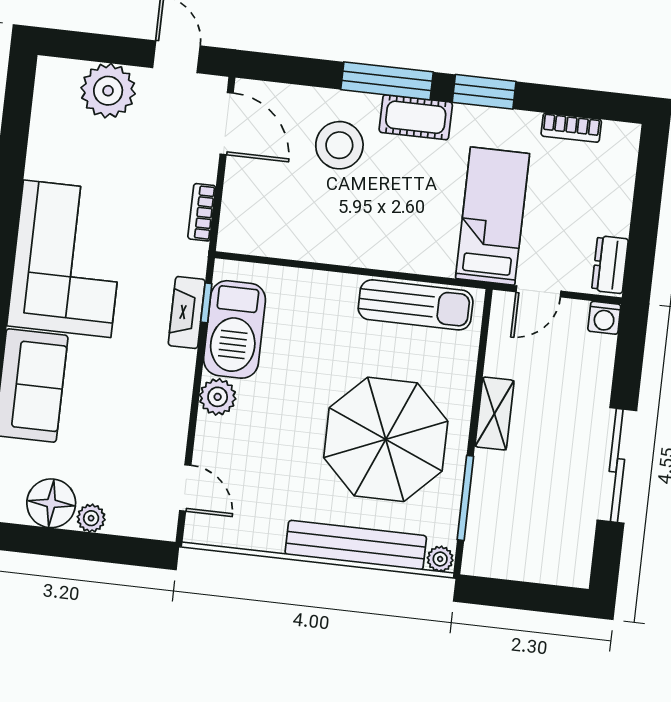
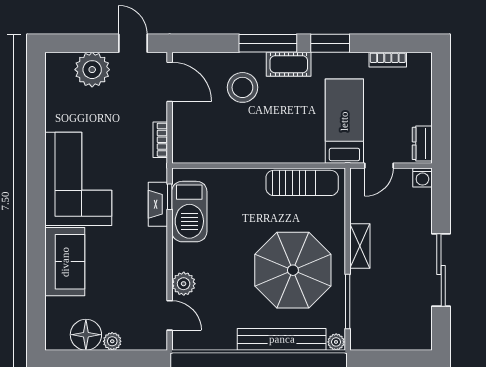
plant: (218, 397) -> (184, 284), moved

